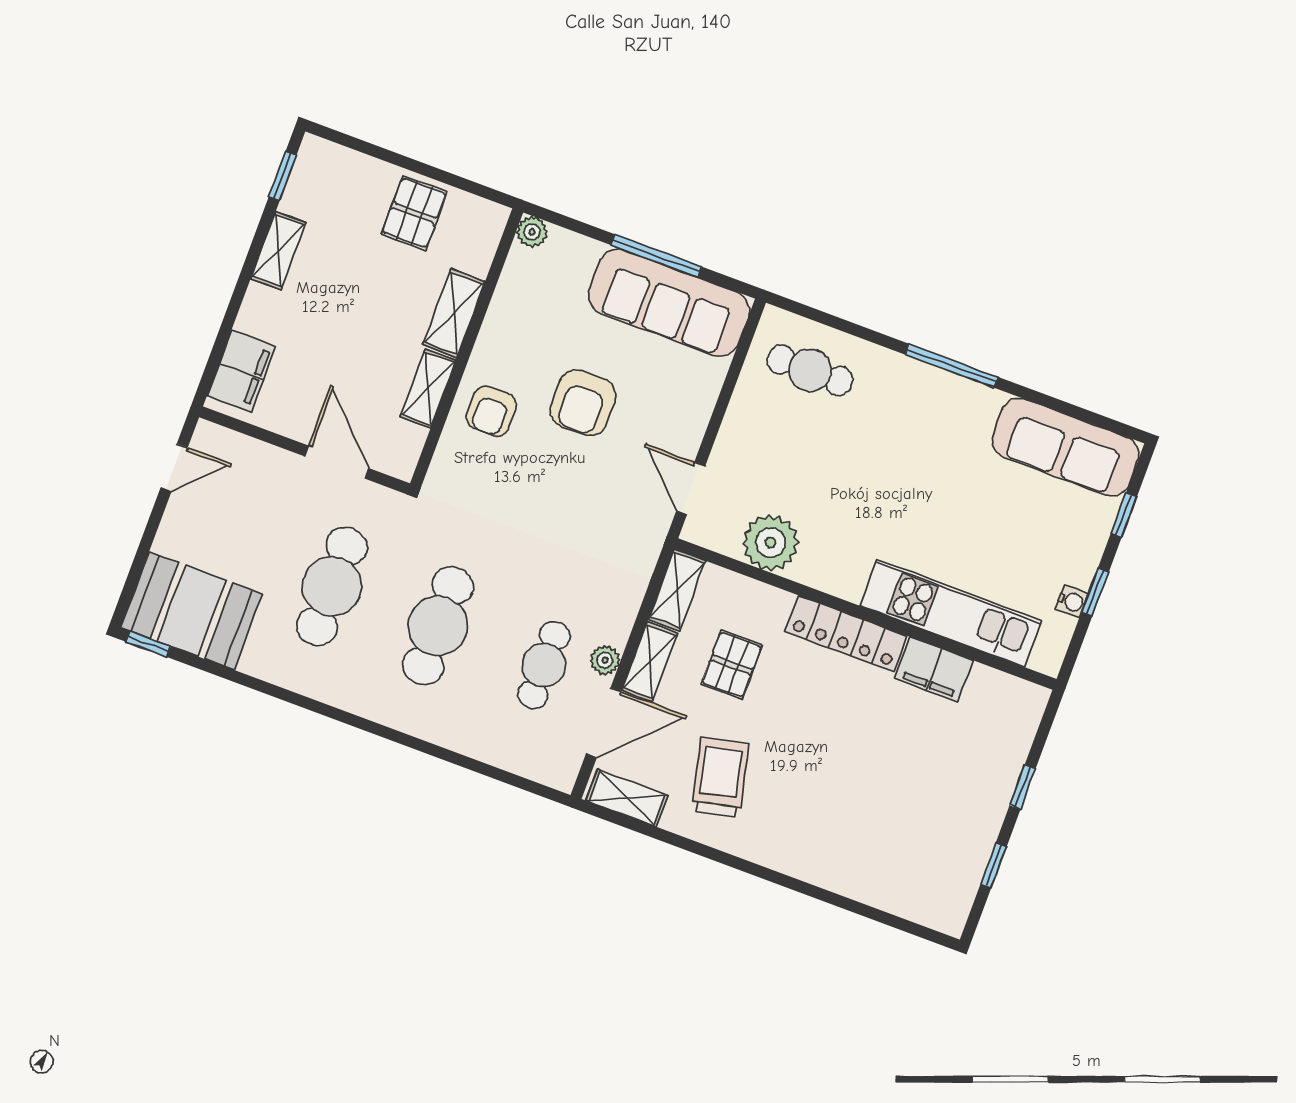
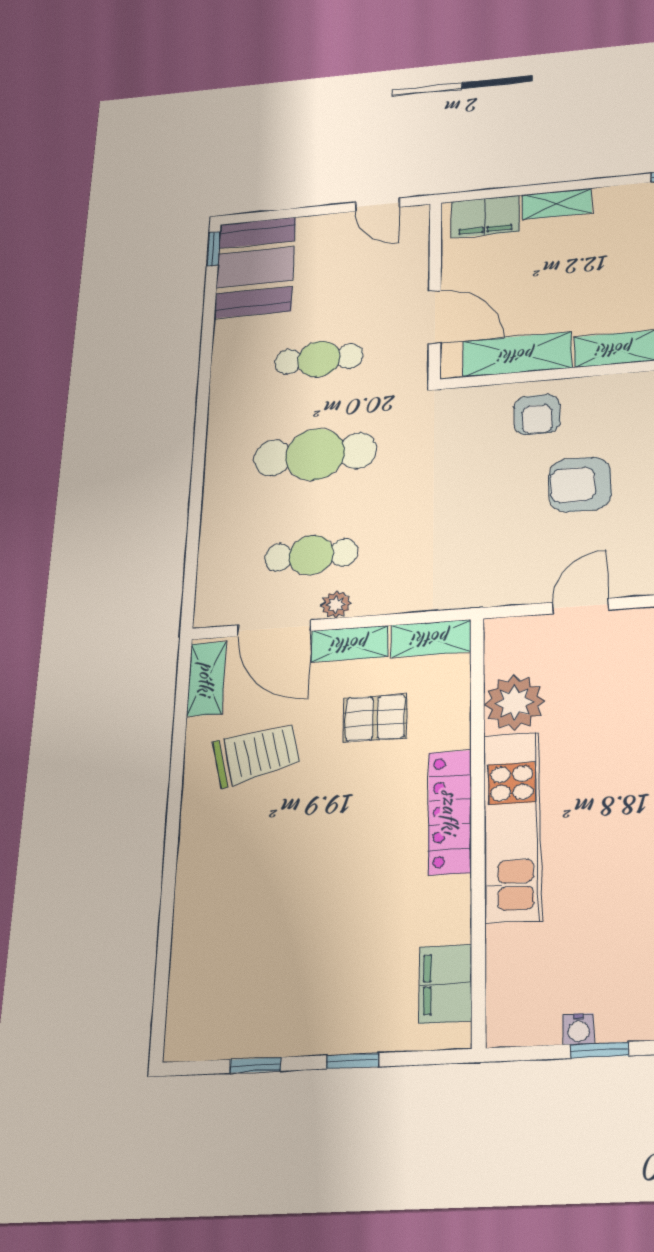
shelving: (278, 251) -> (557, 204), moved
shelving: (428, 388) -> (517, 355), width x1.50, depth x1.33
armchair: (491, 411) -> (537, 415), turned -90
door: (337, 462) -> (435, 317), hinge flipped
door: (691, 488) -> (580, 606), moved
cafe table: (332, 586) -> (319, 359), width x0.73, depth x0.74
kitchen unit: (951, 613) -> (512, 826), moved
filing cabinet: (934, 670) -> (446, 984), moved

